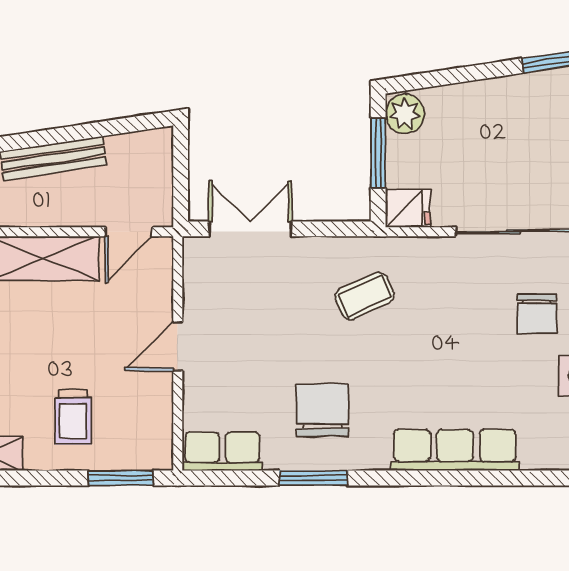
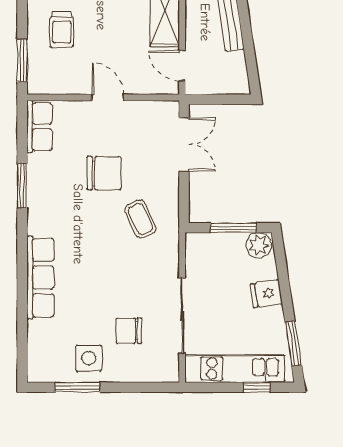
fridge: (408, 209) -> (266, 294), moved, turned 81
chair: (322, 410) -> (104, 173), moved
trolley: (73, 417) -> (62, 30), turned -90

